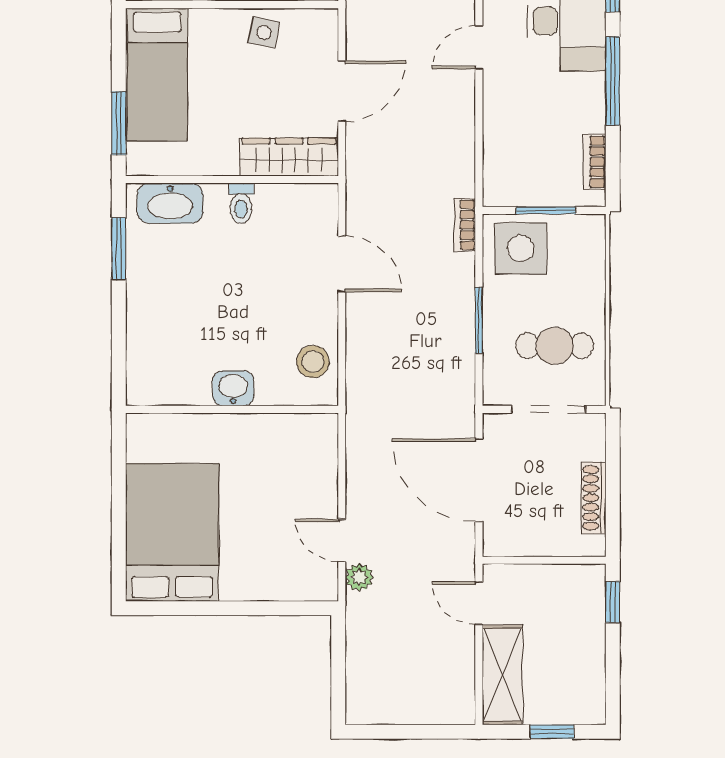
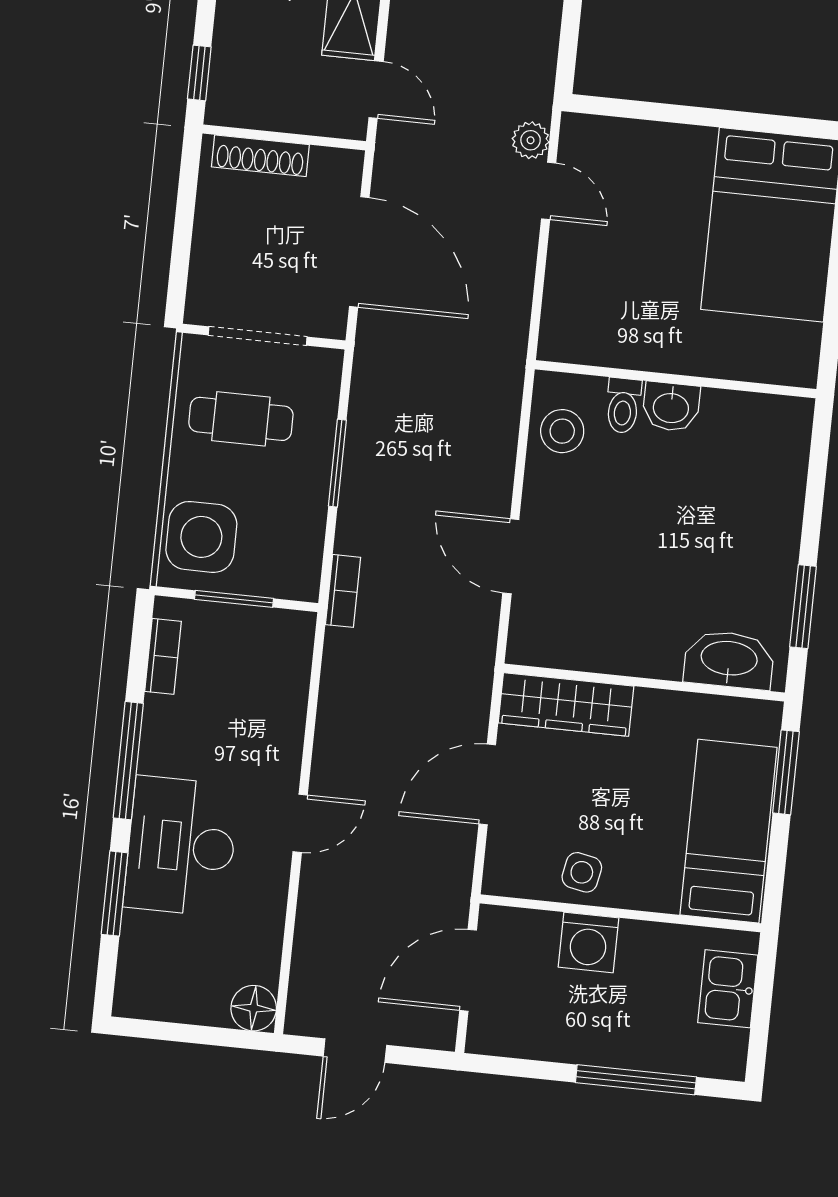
toilet: (241, 203) -> (623, 405), moved, turned 180
side table: (521, 248) -> (201, 537), moved
shoe rack: (594, 498) -> (260, 156), moved, turned 90

